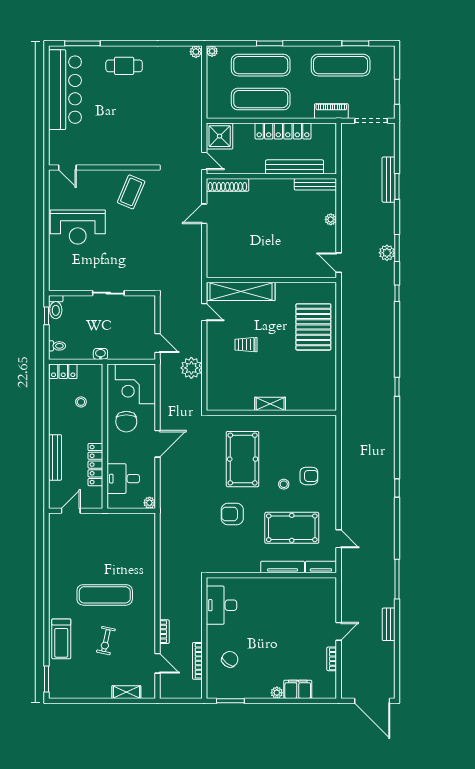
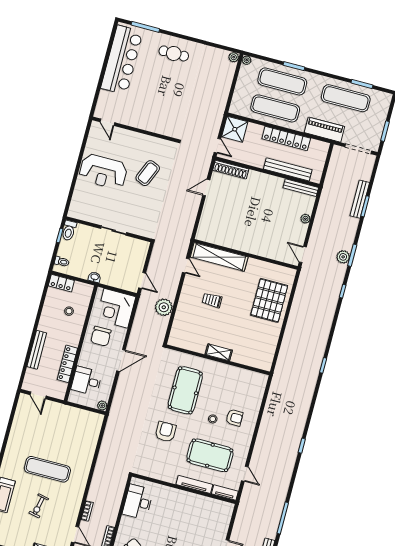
piano: (331, 111) -> (324, 130), width x1.37, depth x1.33
coffee table: (131, 192) -> (148, 173), moved
door: (71, 511) -> (38, 395), swing flipped
armchair: (232, 514) -> (166, 432), turned 90

